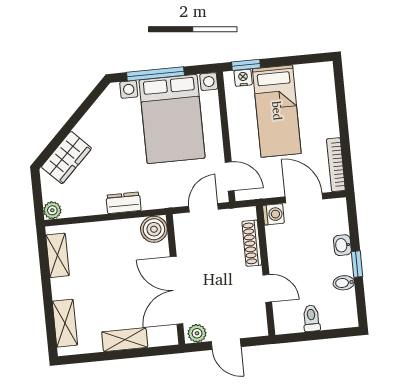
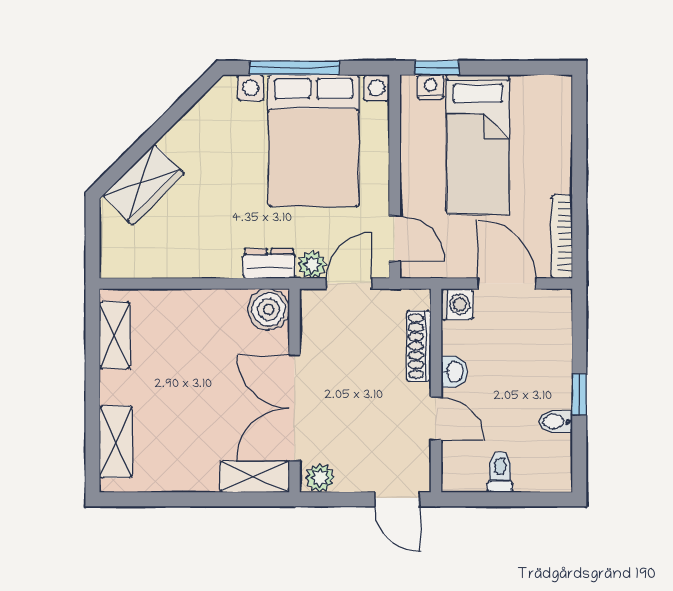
dresser: (124, 203) -> (269, 264), moved
plant: (52, 210) -> (312, 264), moved
washbasin: (342, 245) -> (454, 372), moved, turned 180
shelving: (125, 340) -> (255, 477), moved
door: (226, 344) -> (397, 499), moved

